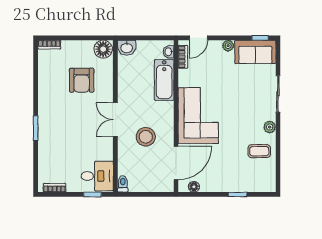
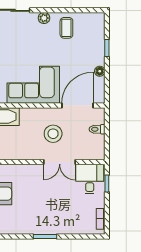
double door: (115, 120) -> (60, 162), moved
door: (176, 163) -> (77, 105), hinge flipped
toilet: (123, 184) -> (97, 129), moved
floor lamp: (194, 187) -> (100, 71), moved

